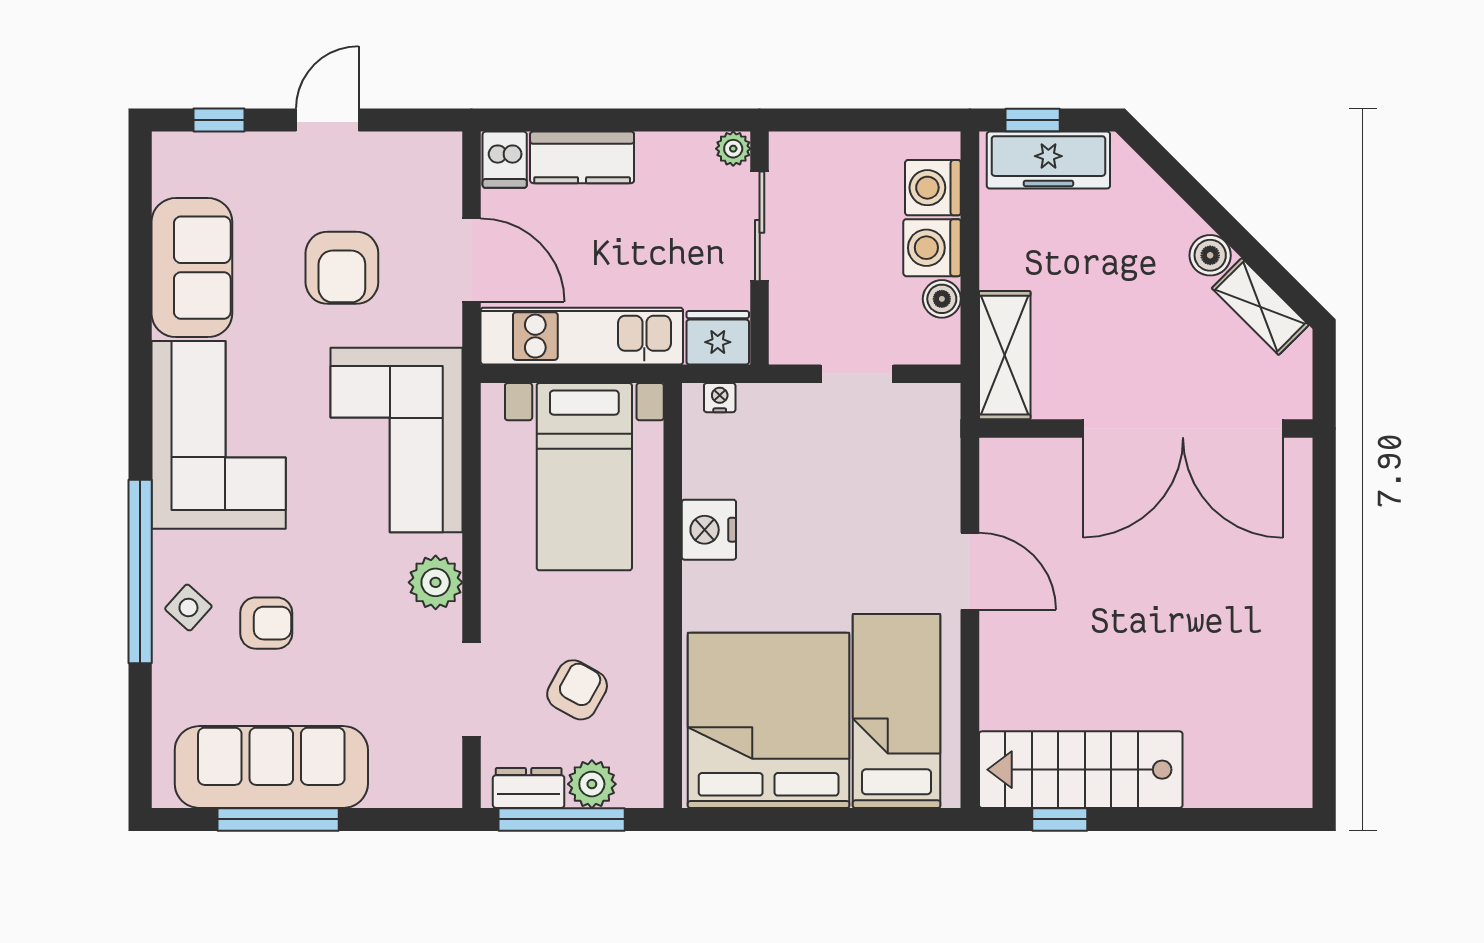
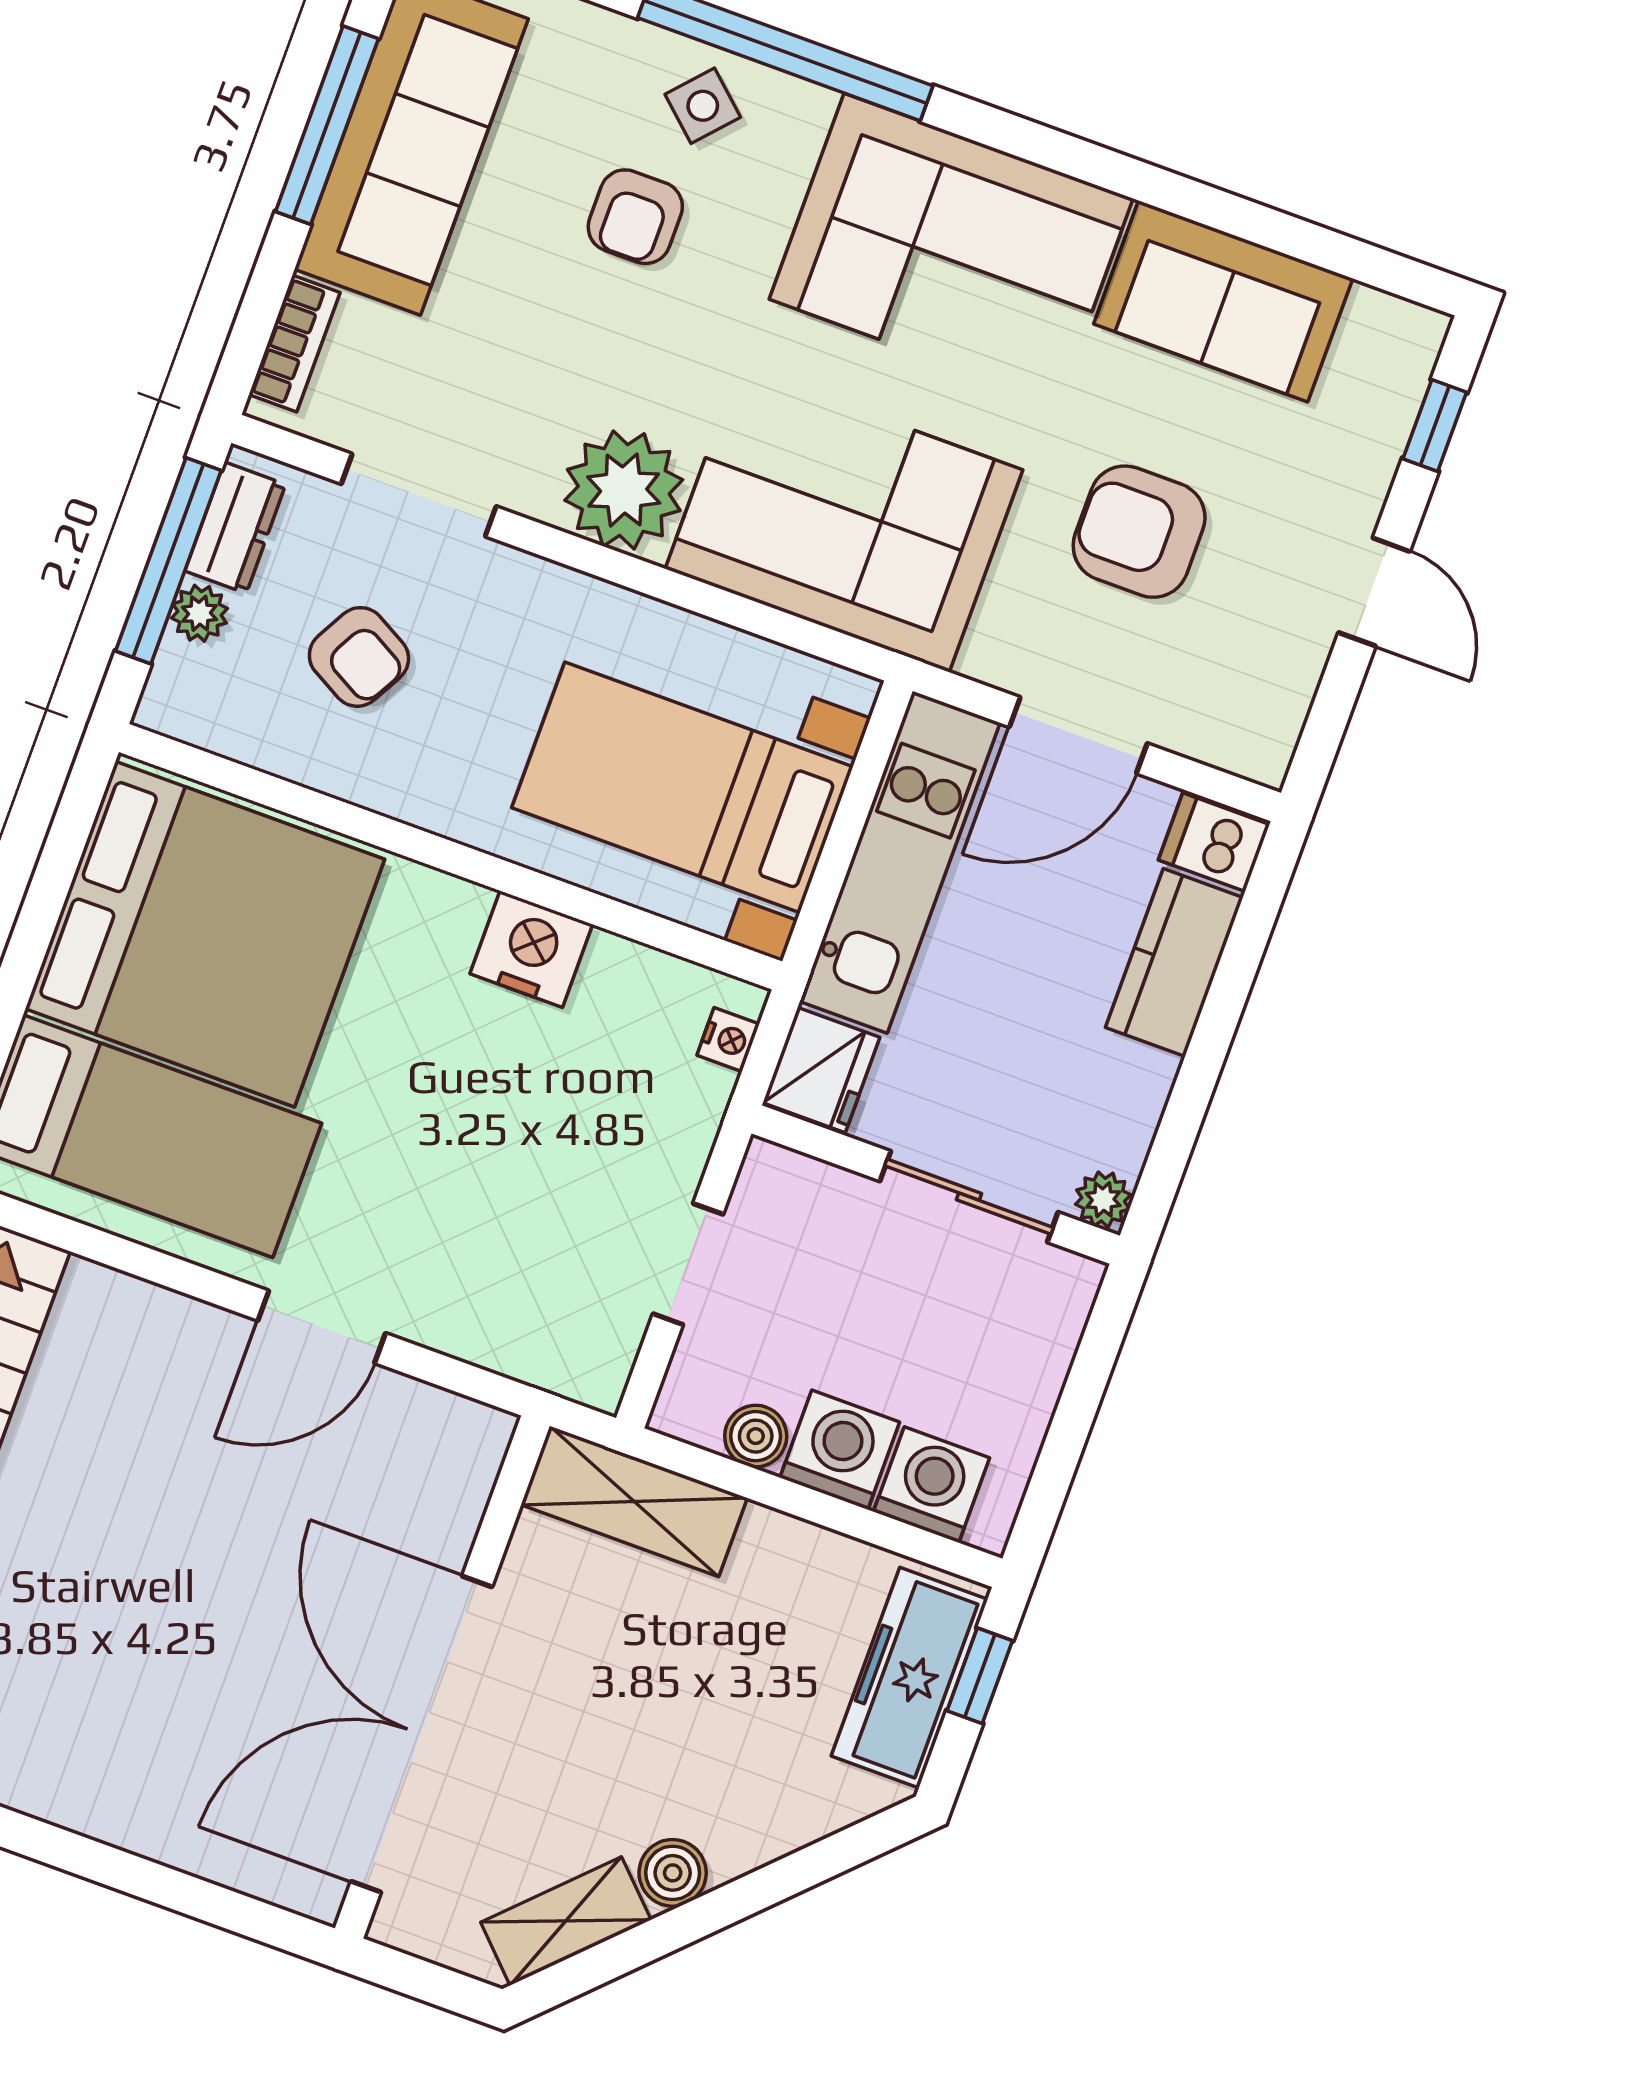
plant: (436, 582) -> (624, 490), width x1.36, depth x1.36
plant: (592, 784) -> (200, 613), width x0.73, depth x0.73
bookcase: (410, 792) -> (294, 344), added

